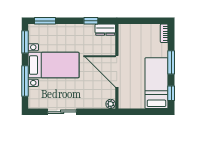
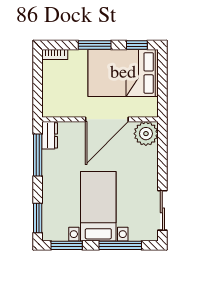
window: (91, 21) -> (38, 155), width x2.17
bed: (156, 83) -> (123, 73), width x1.50
plant: (111, 104) -> (146, 134), width x1.88, depth x1.88
sliding door: (62, 112) -> (162, 210), moved

